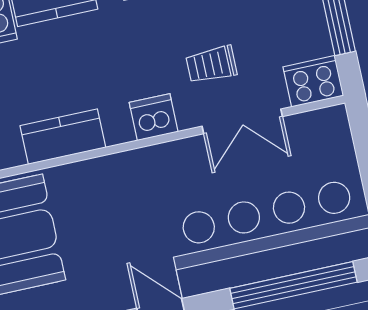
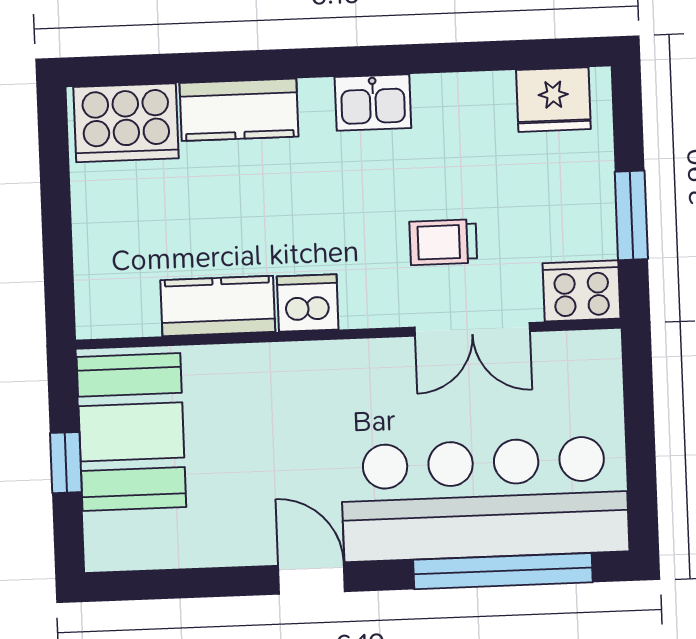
dishwasher: (154, 117) -> (308, 303), moved

